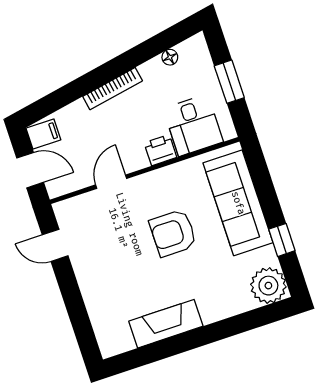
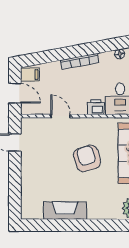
door: (111, 182) -> (61, 116), hinge flipped
armchair: (173, 233) -> (87, 158), turned 73

